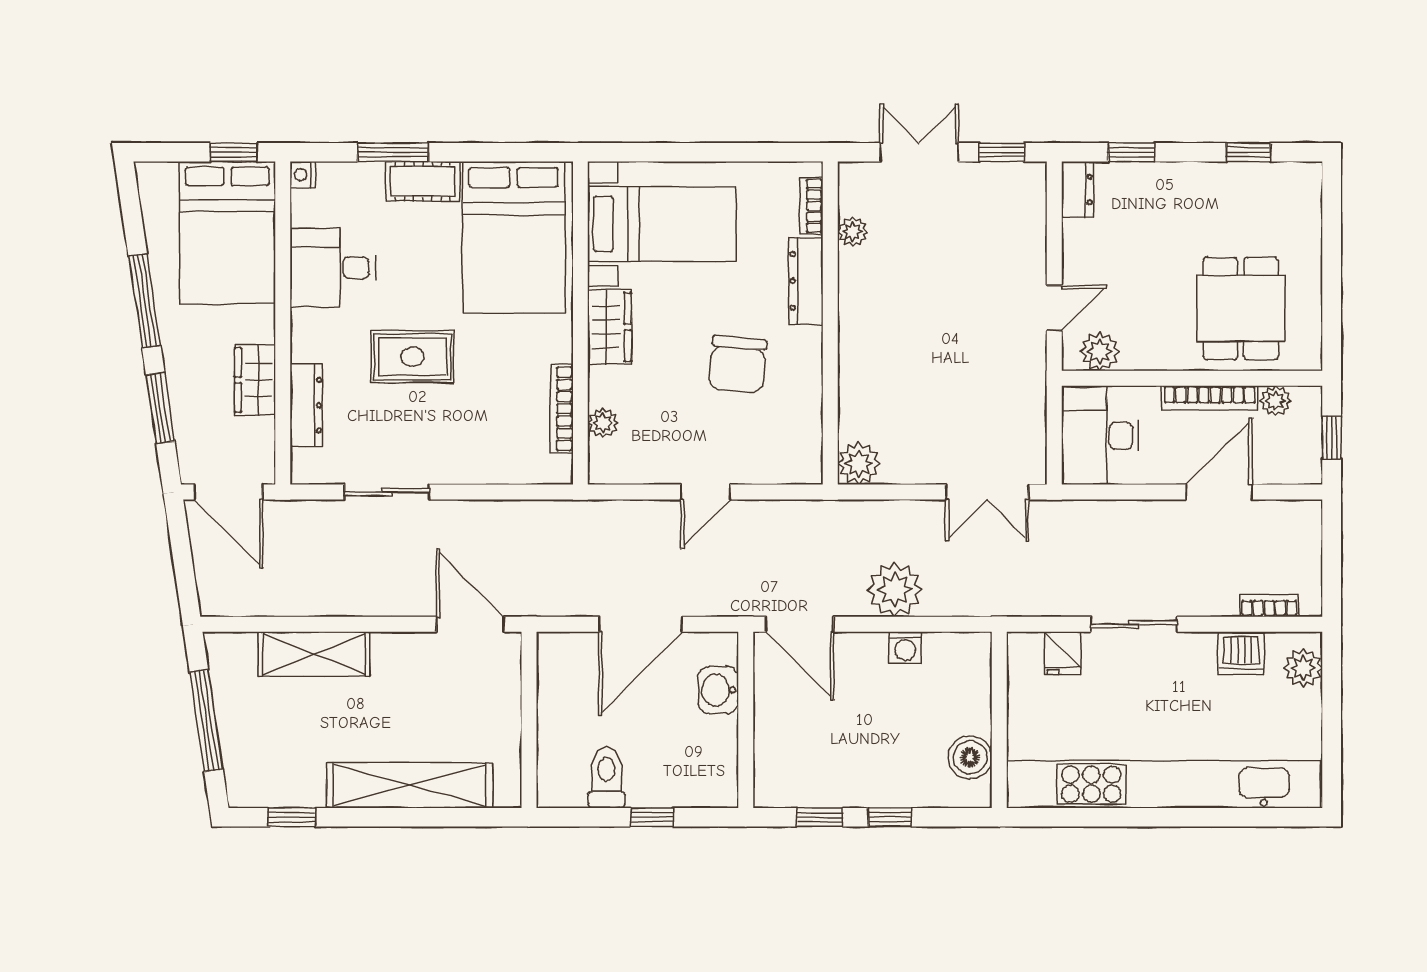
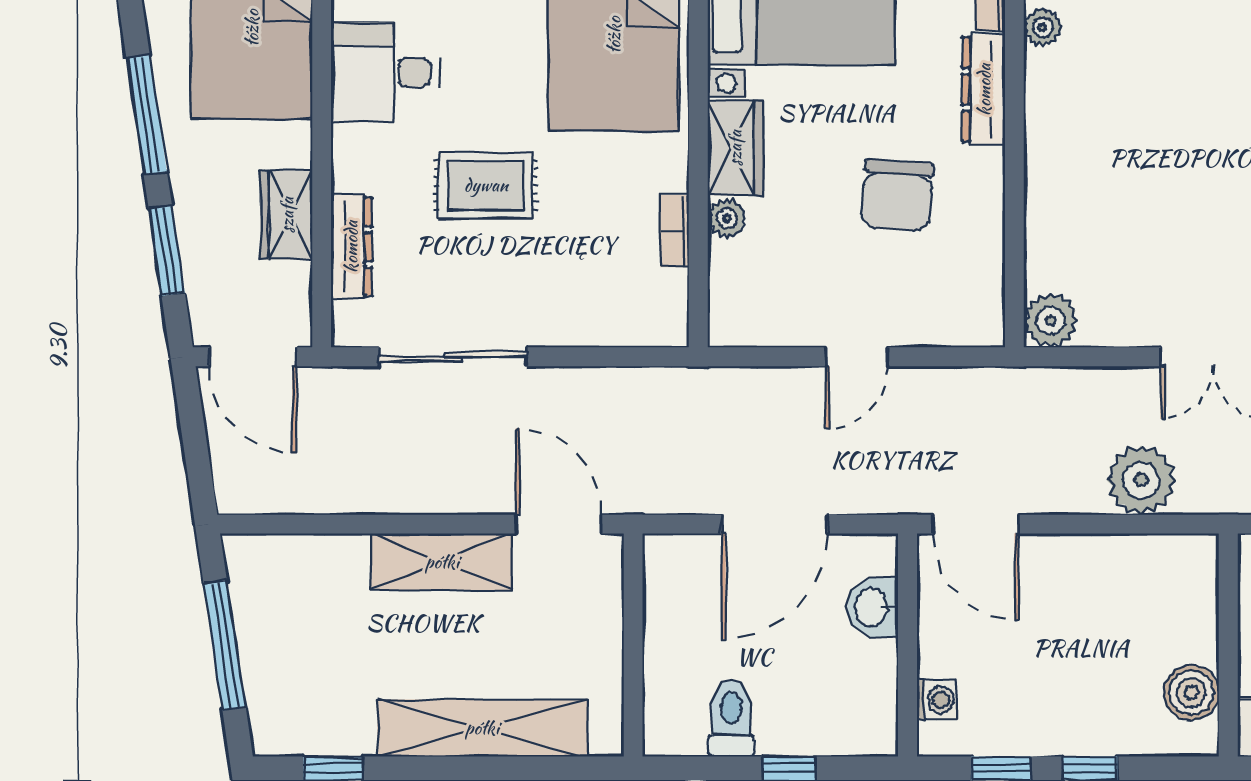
bookcase: (562, 409) -> (675, 231), width x0.64
plant: (603, 423) -> (727, 218), moved
sliding door: (387, 492) -> (453, 357), width x1.37
plant: (895, 590) -> (1141, 480), moved
washing machine: (905, 648) -> (937, 700), moved, turned -90
shelving: (314, 654) -> (442, 562), moved

